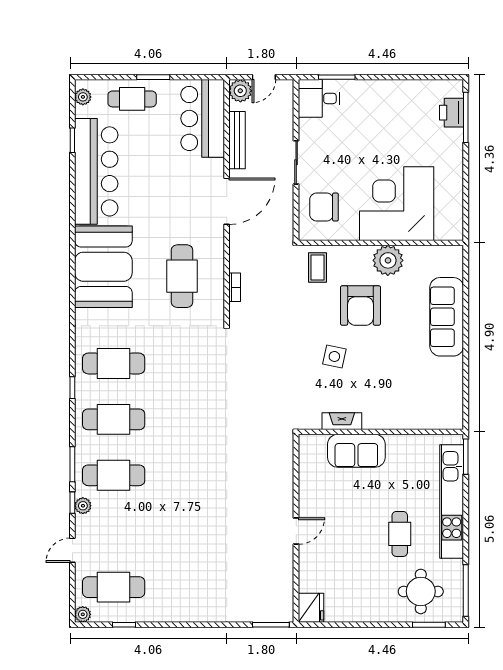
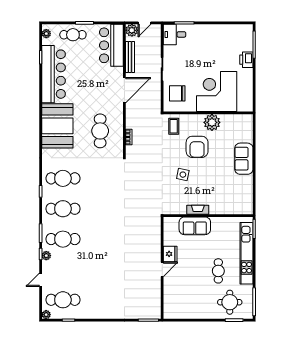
printer: (451, 113) -> (246, 60), moved
sofa: (447, 317) -> (244, 159), width x0.73
fireplace: (342, 421) -> (198, 210), moved
fridge: (311, 608) -> (170, 254), moved

